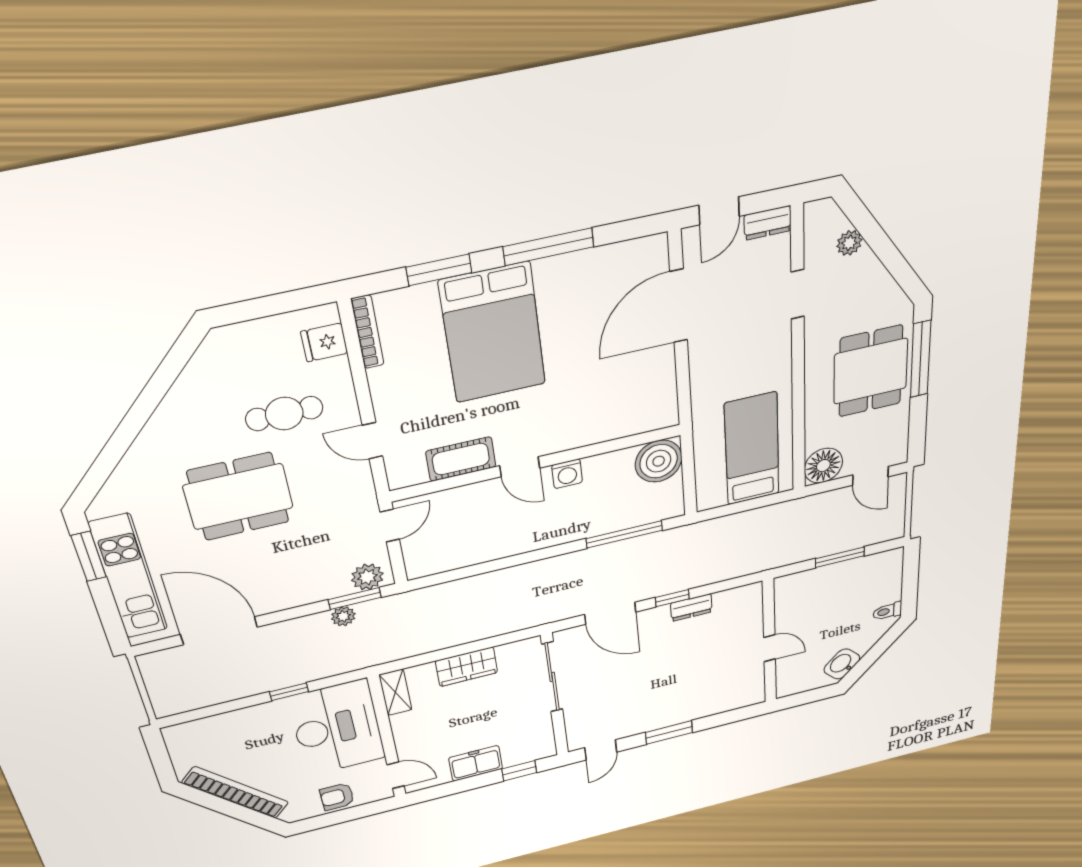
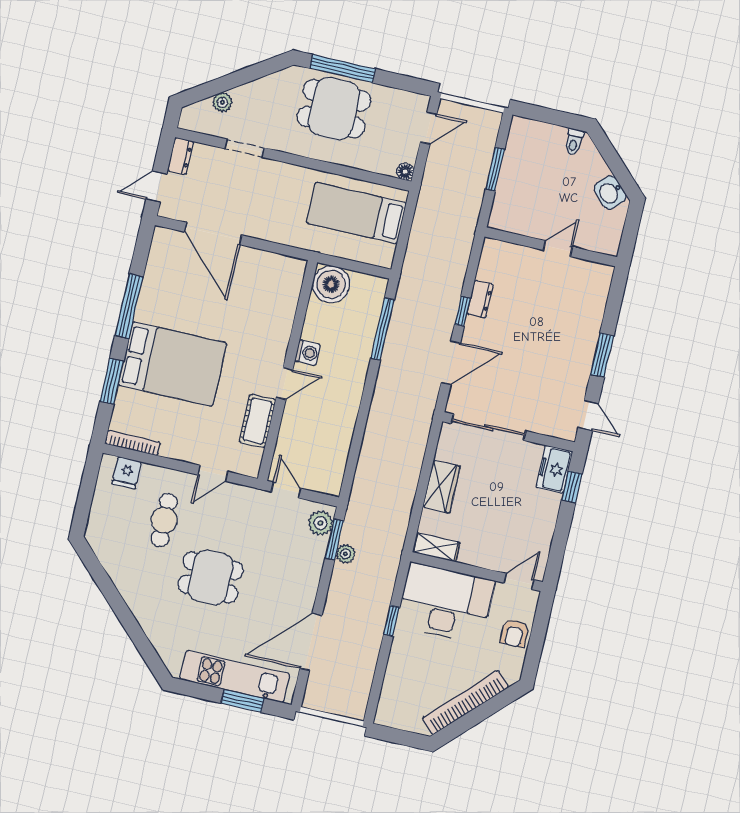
door: (719, 211) -> (156, 187), swing flipped
floor lamp: (823, 466) -> (405, 172), width x0.53, depth x0.53
dining table: (238, 497) -> (210, 577), width x0.73
window: (89, 556) -> (243, 701), moved
freezer: (476, 763) -> (554, 469), moved

